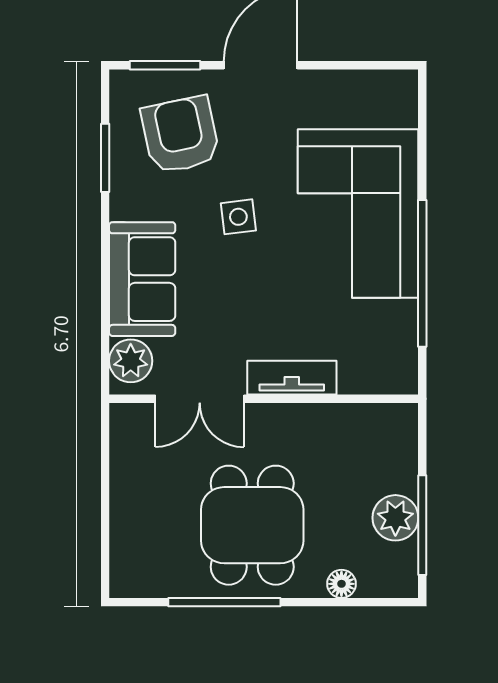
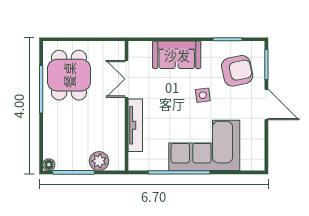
plant: (131, 361) -> (142, 50), removed
tv unit: (292, 378) -> (135, 125), width x1.41
plant: (395, 518) -> (99, 161), moved
dining table: (252, 525) -> (69, 75), moved, turned 90
floor lamp: (341, 584) -> (49, 165), moved

